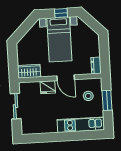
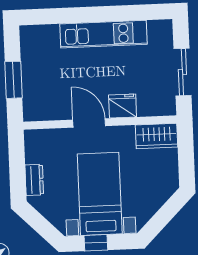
dresser: (96, 65) -> (34, 180), moved
stool: (88, 96) -> (48, 89), removed
kitchen unit: (81, 125) -> (104, 34), moved

